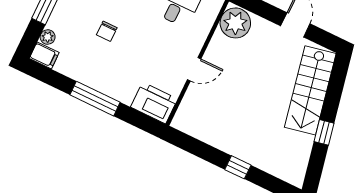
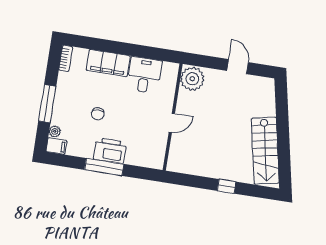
stairs: (310, 90) -> (265, 151), moved
printer: (154, 103) -> (110, 151), moved
window: (324, 132) -> (283, 141), removed

